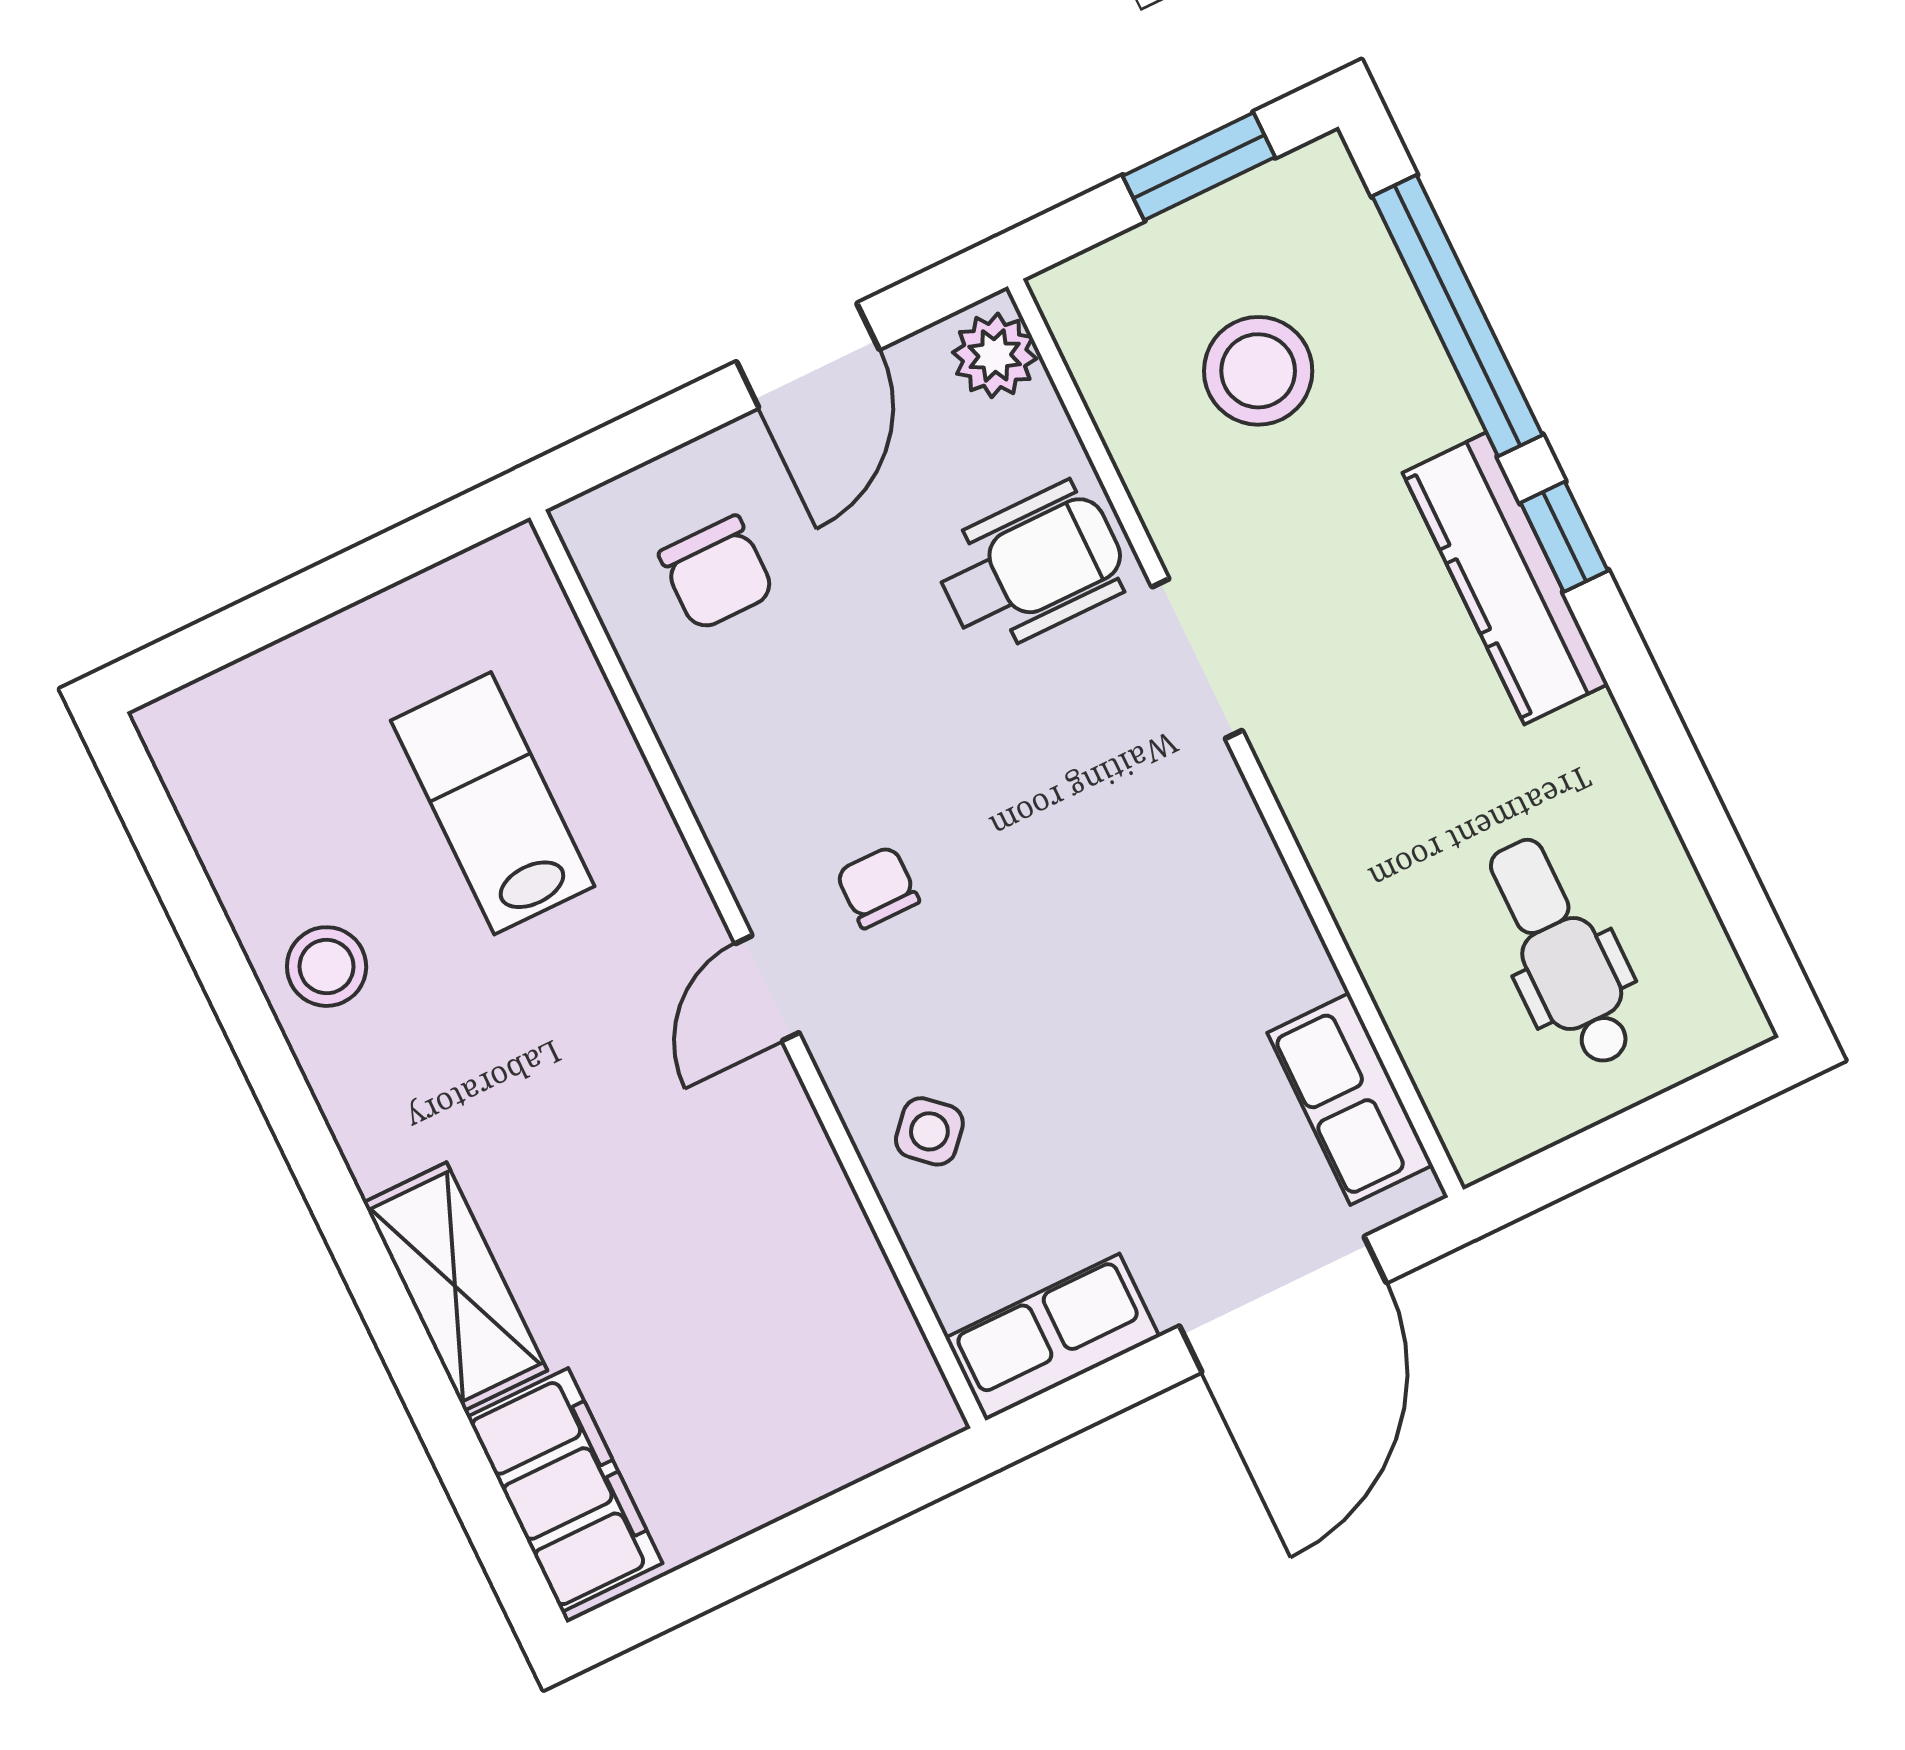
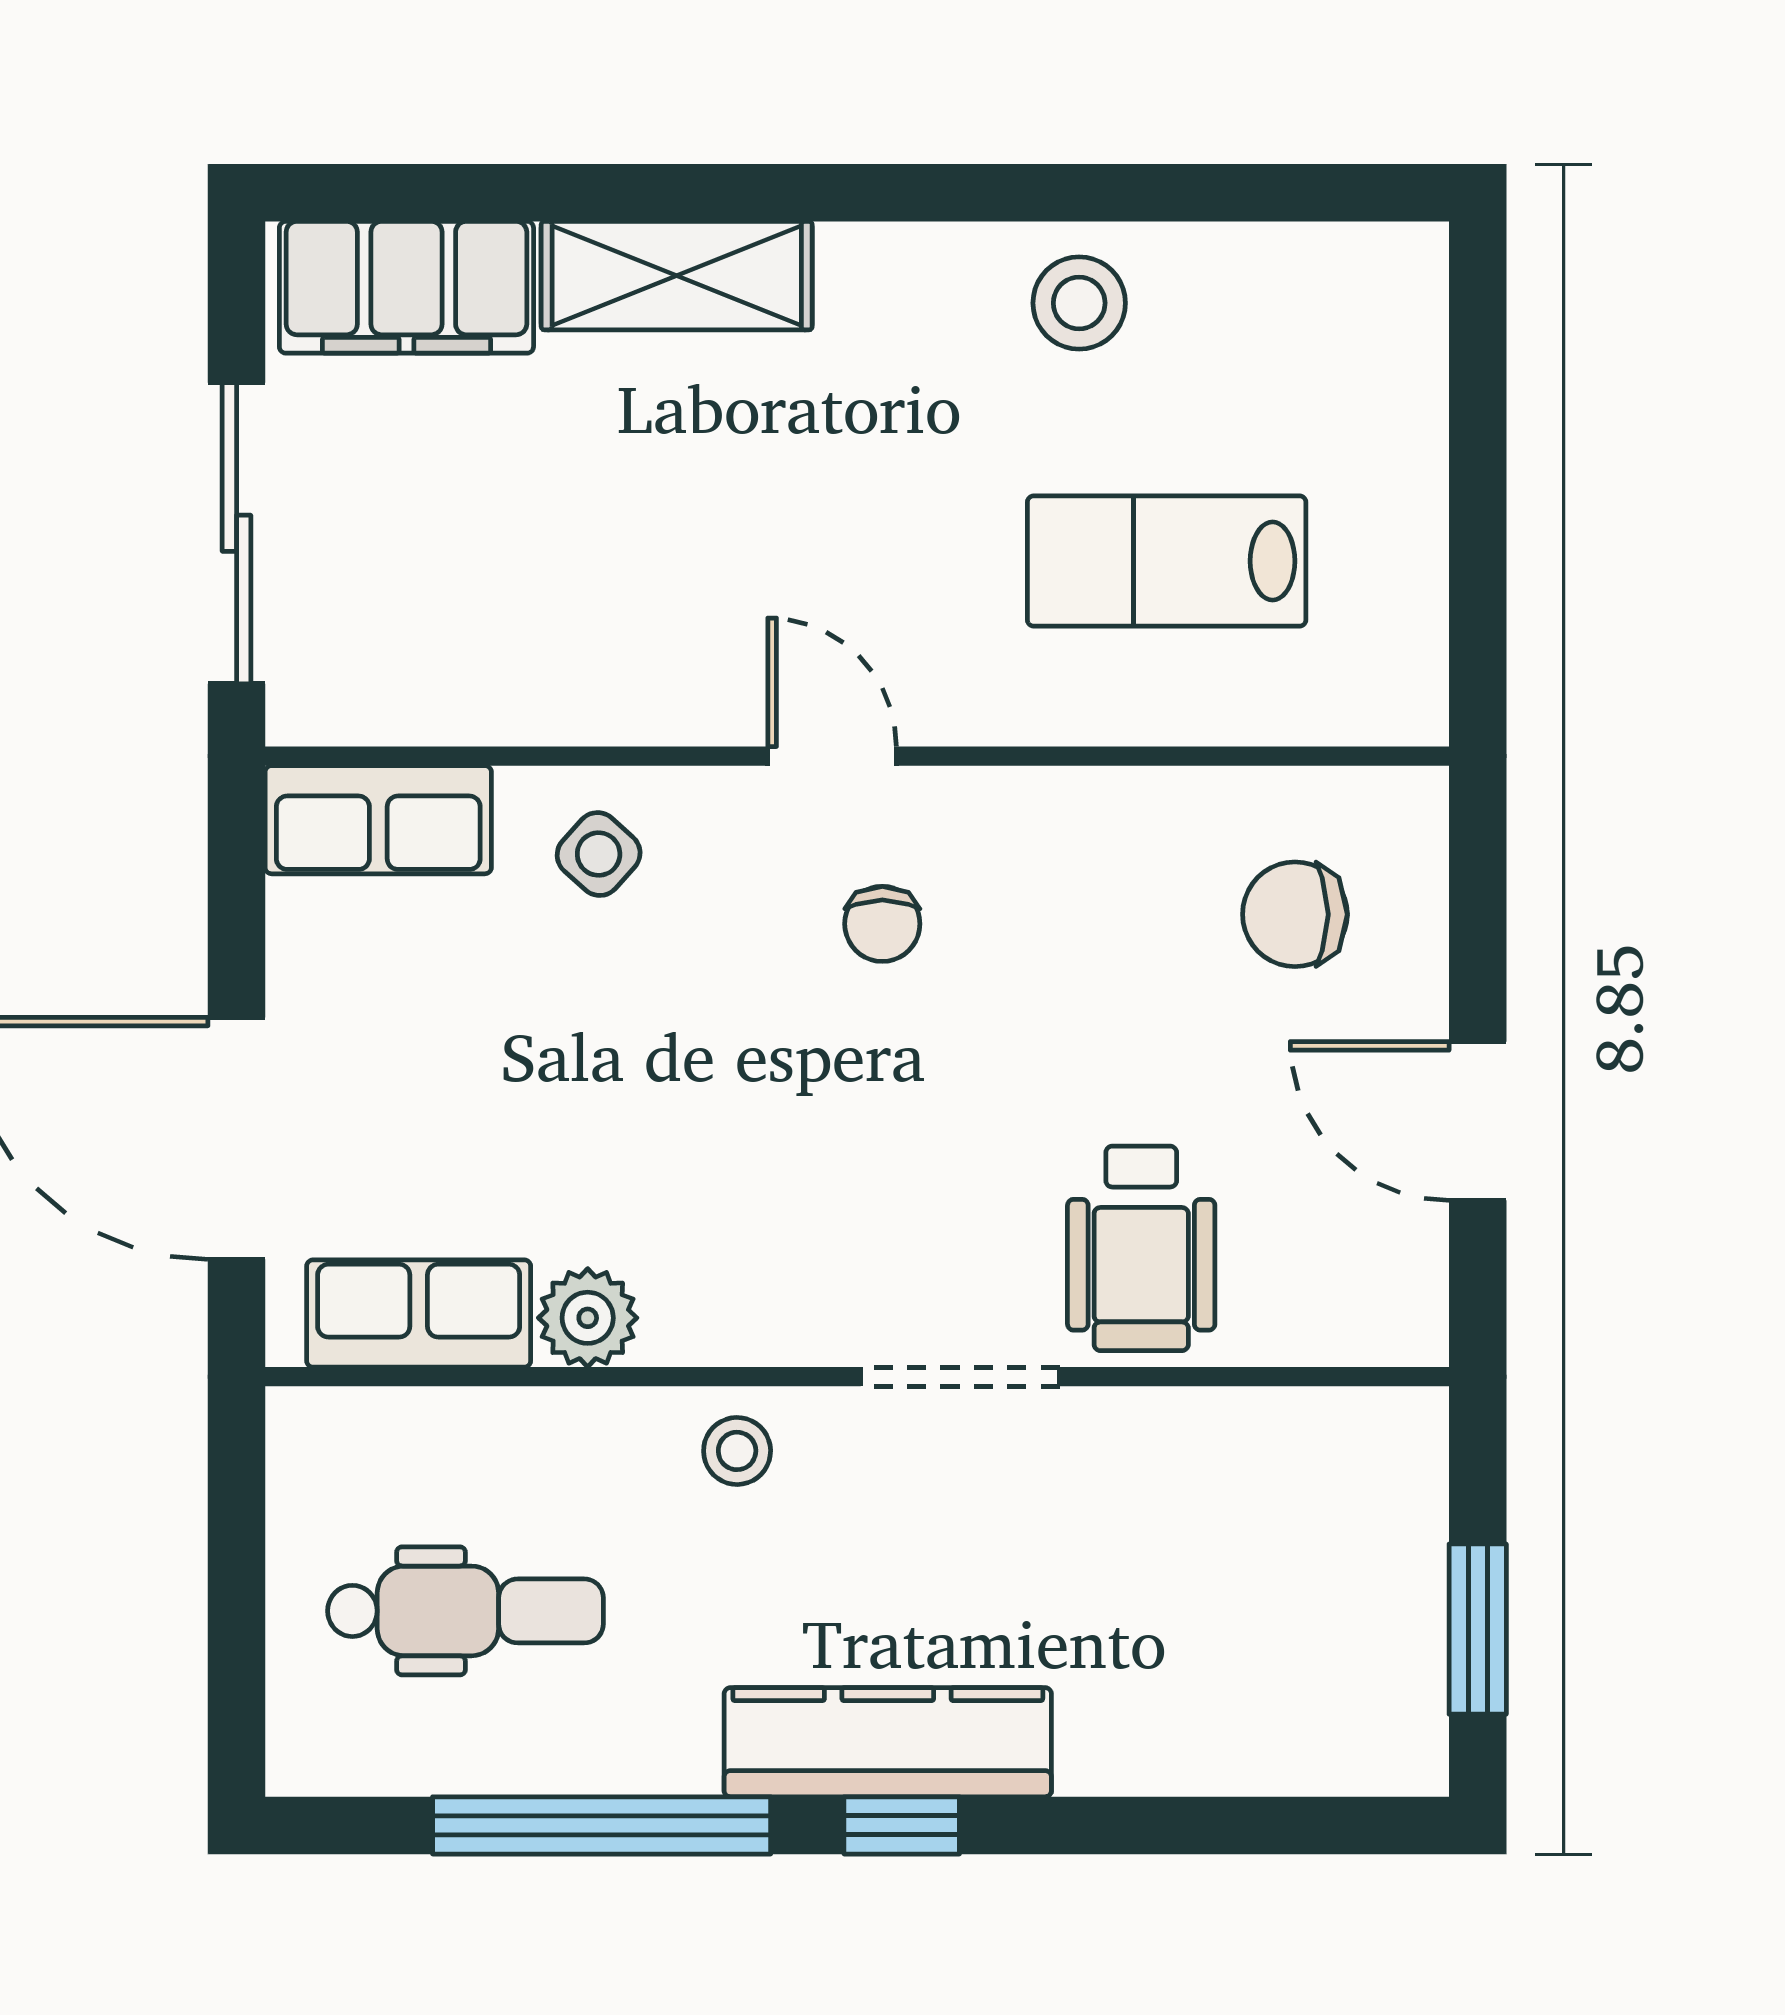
window: (1457, 316) -> (602, 1825), moved
plant: (995, 355) -> (588, 1318), moved
stool: (1258, 371) -> (737, 1451), moved, width x0.53, depth x0.53
lab bench: (493, 803) -> (1167, 561), turned 180
chair: (878, 887) -> (882, 924), turned 90
row of seats: (1052, 1337) -> (378, 820), moved, turned 90
sliding door: (817, 1529) -> (237, 533), added

